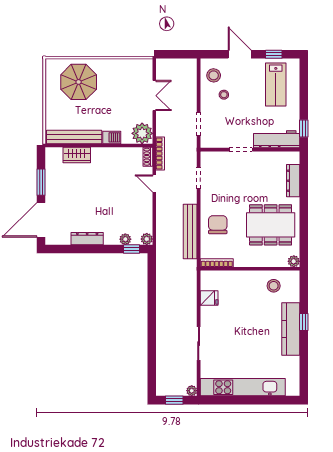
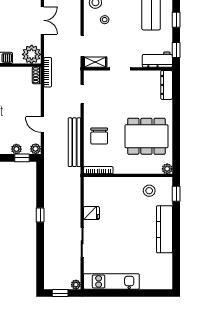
window: (304, 95) -> (176, 20), added
workbench: (277, 139) -> (157, 60), width x0.73
shelving: (213, 142) -> (95, 62), added
dresser: (293, 181) -> (167, 85), moved
door: (154, 184) -> (42, 125), moved
chair: (218, 225) -> (99, 136), turned 180
fridge: (209, 298) -> (91, 213), moved
window: (152, 313) -> (40, 215), added
window: (304, 322) -> (176, 194), moved
kitchen unit: (243, 387) -> (111, 281), width x0.73

